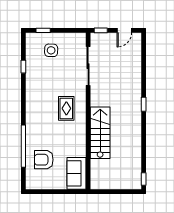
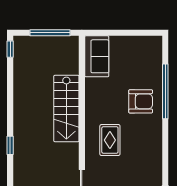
armchair: (44, 160) -> (141, 101), moved
window: (113, 192) -> (50, 33), added

